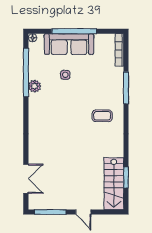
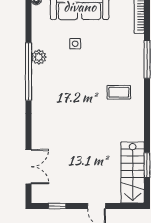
window: (26, 72) -> (29, 72), moved
window: (50, 212) -> (57, 206), width x0.46

